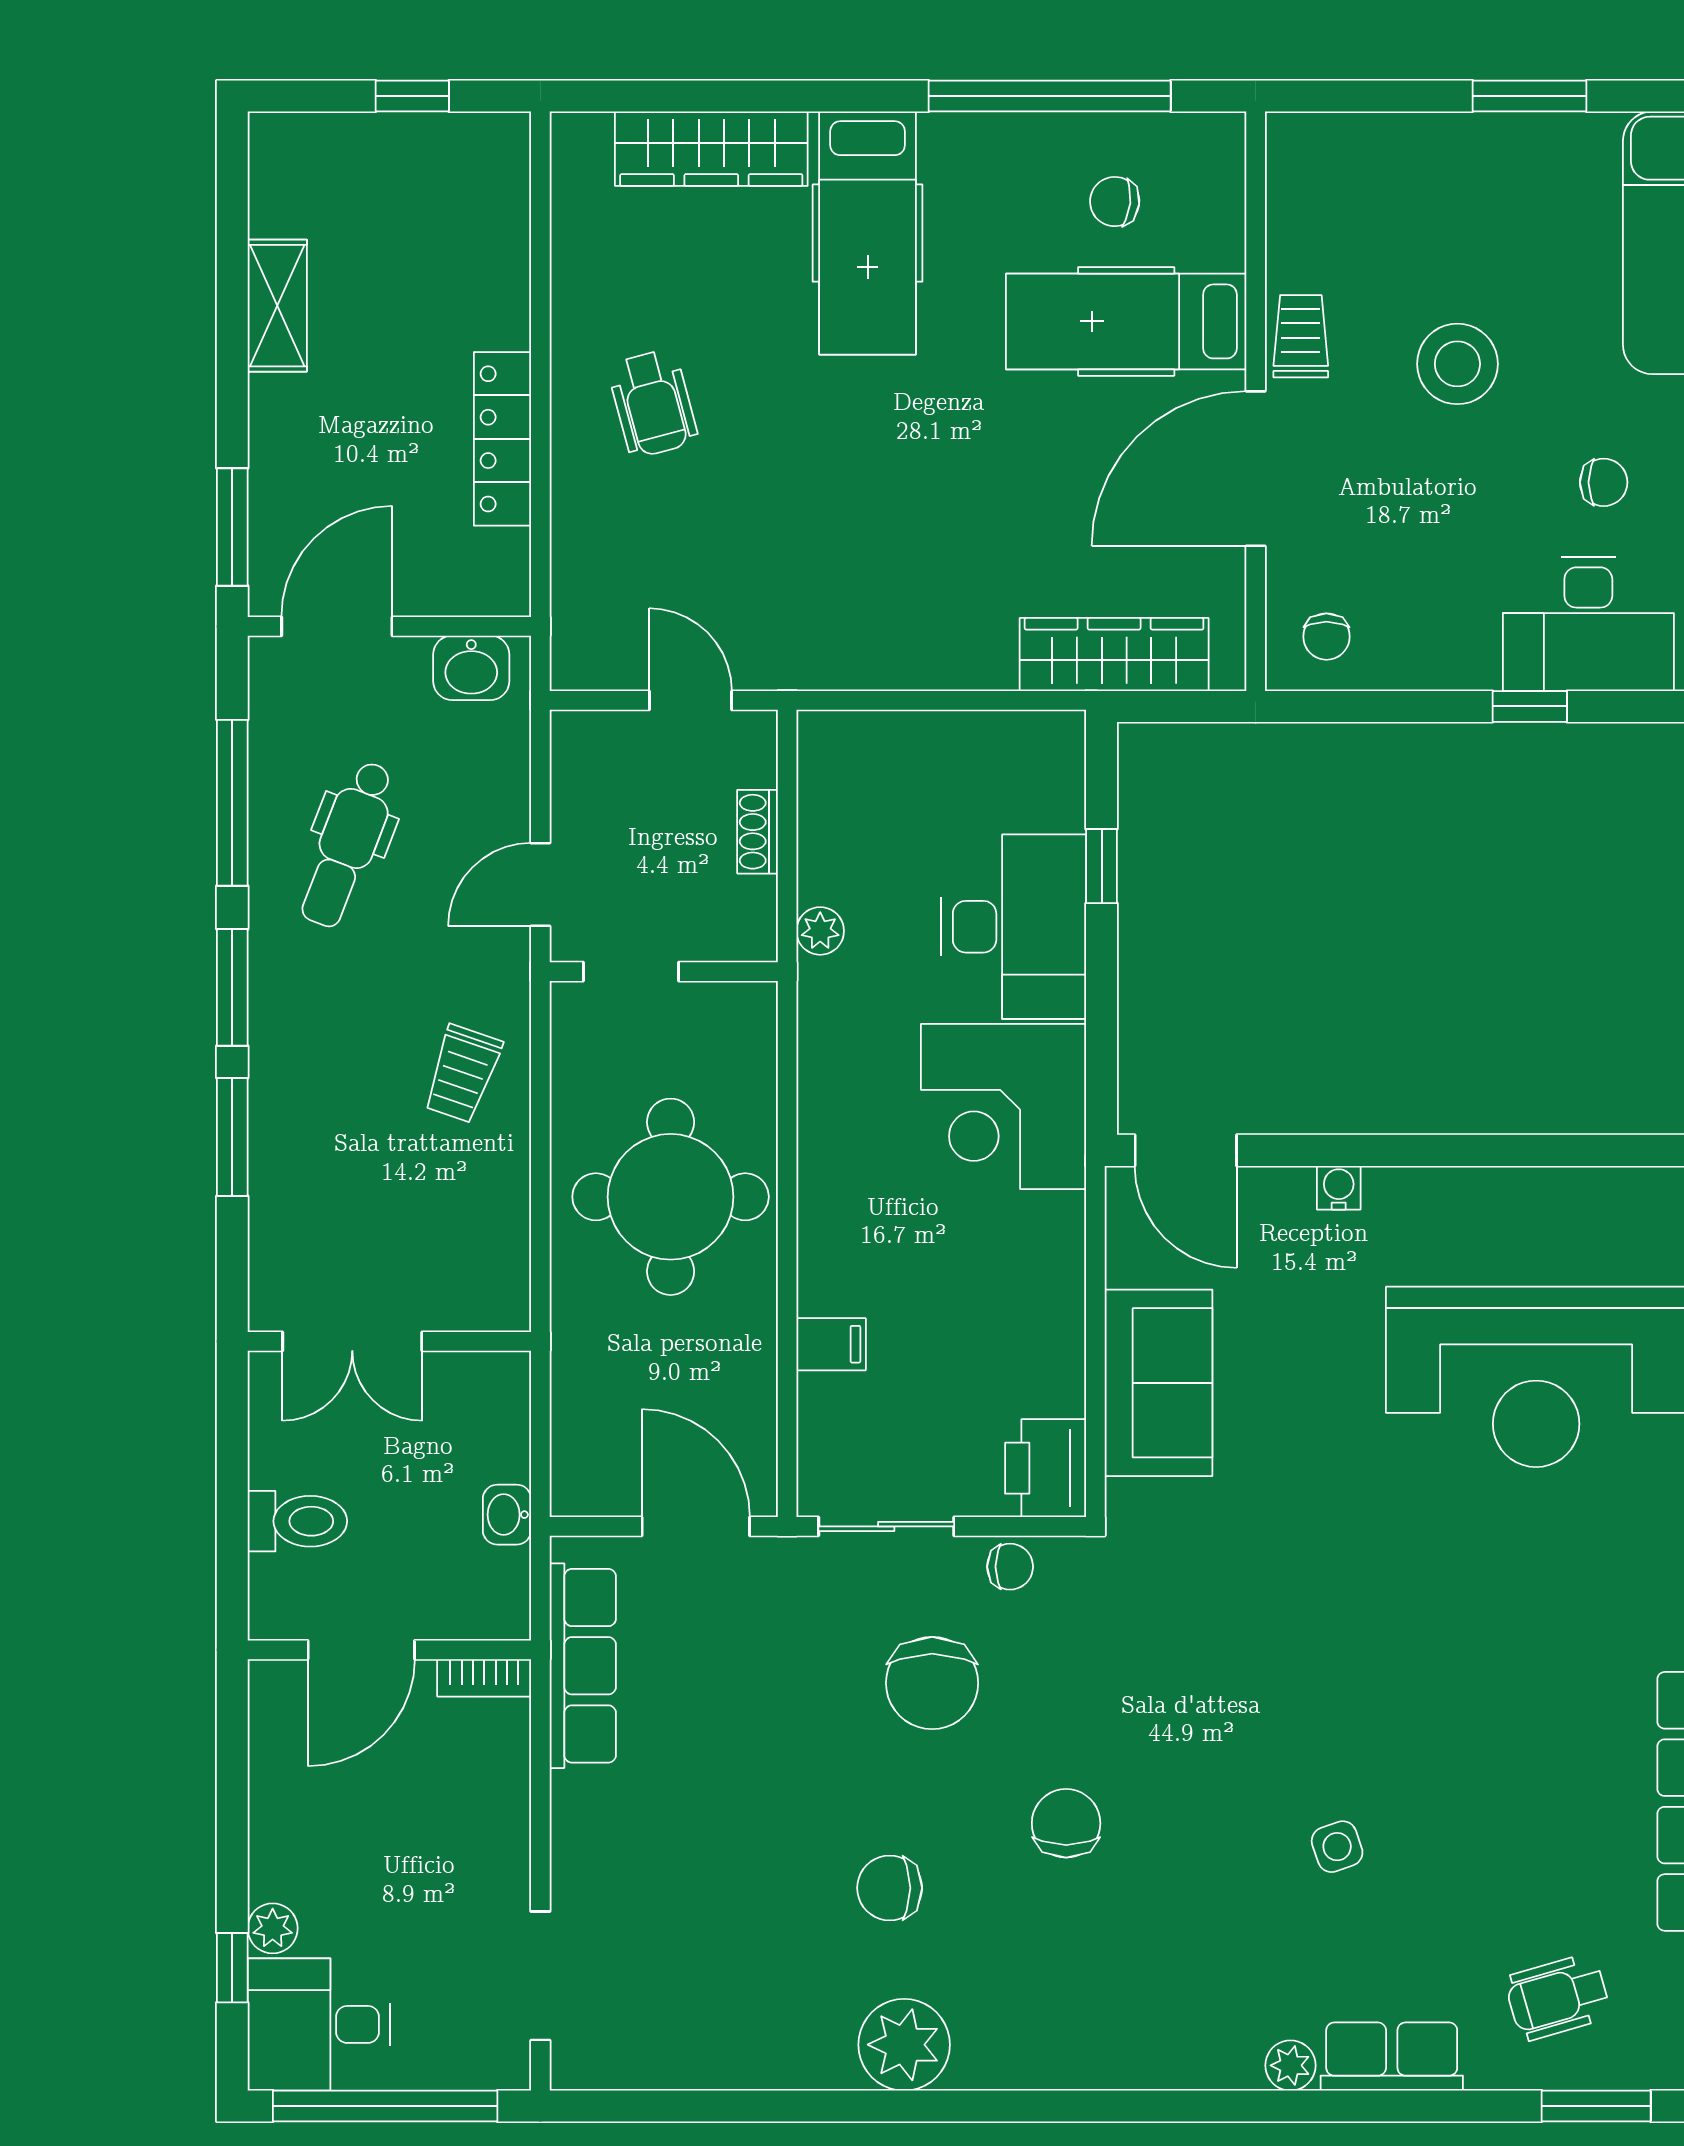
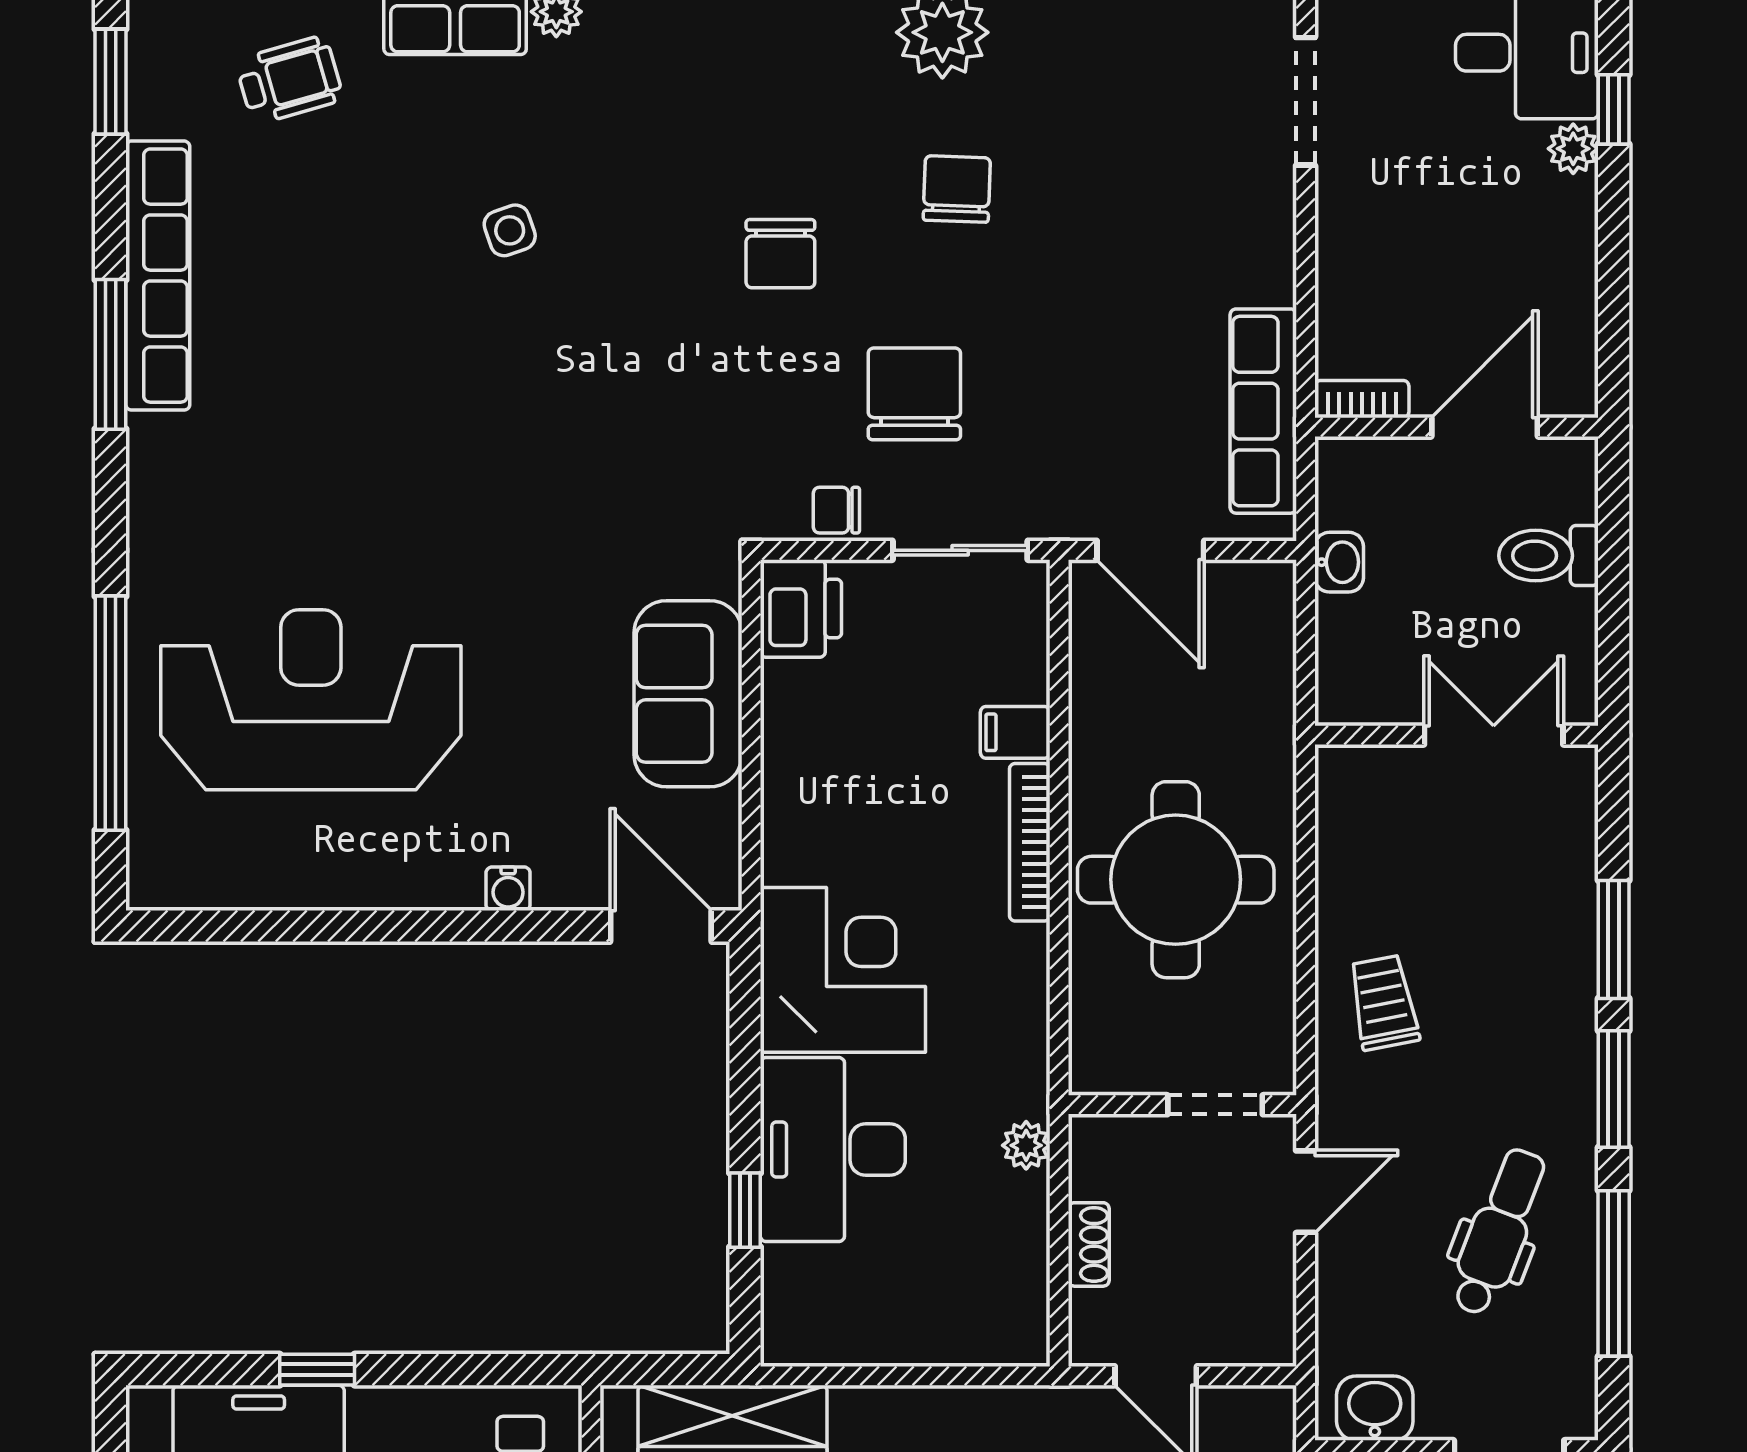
trolley: (462, 1074) -> (1384, 1003), turned -30
bookcase: (817, 1234) -> (1030, 842), added
chair: (890, 1888) -> (957, 189), turned -88

